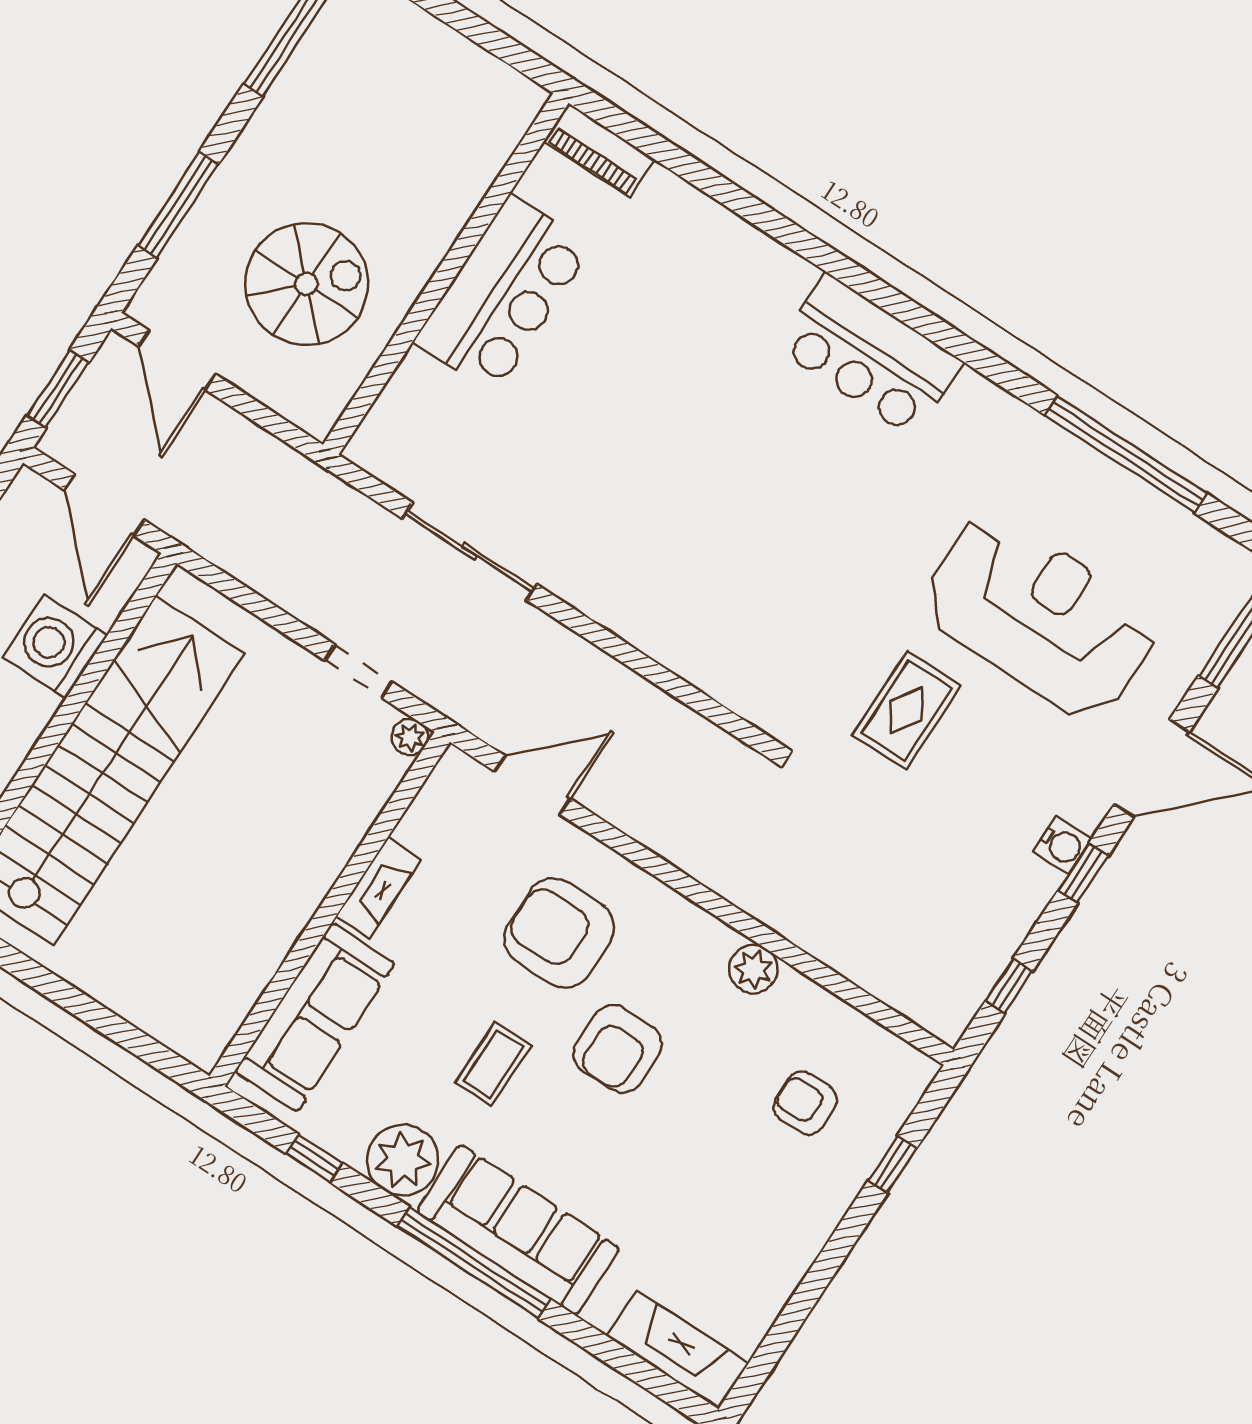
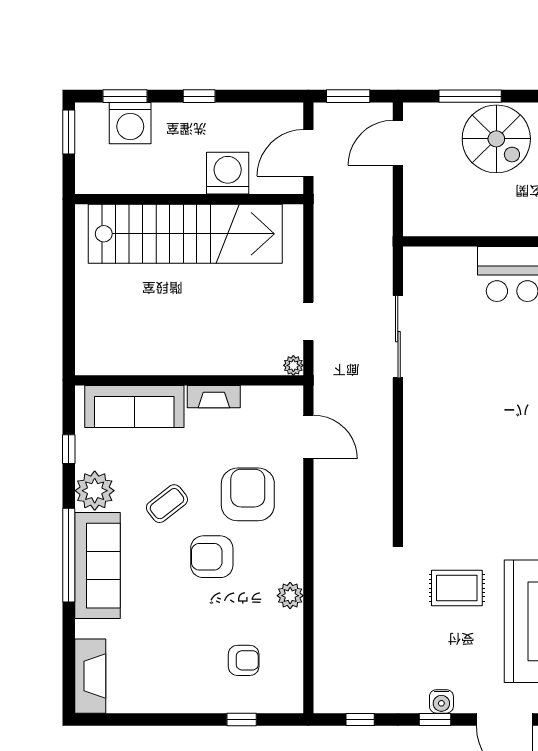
spiral stairs: (306, 284) -> (496, 139), moved
coffee table: (493, 1064) -> (167, 504), turned -38
armchair: (805, 1103) -> (244, 660), turned 90

